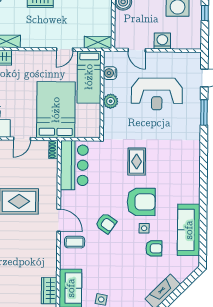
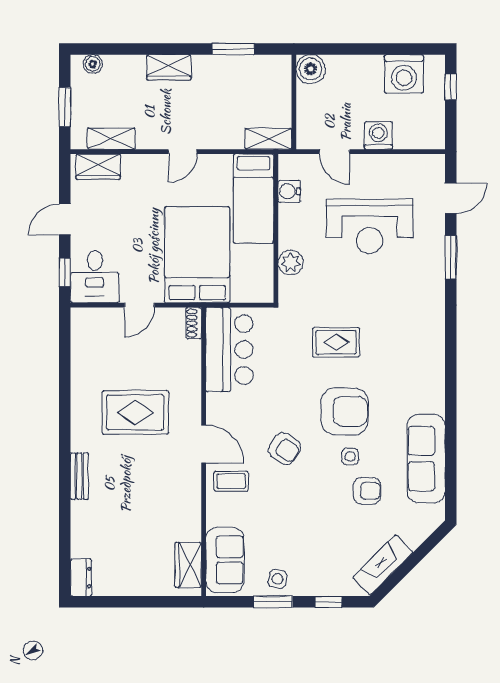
door: (65, 49) -> (183, 152), moved
plant: (111, 101) -> (291, 263), moved
rug: (137, 162) -> (336, 342), turned 90

